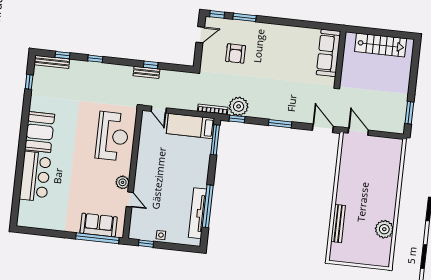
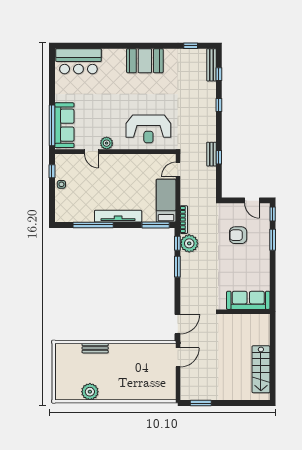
sofa: (329, 53) -> (248, 300), moved
wall: (340, 57) -> (245, 312), moved
window: (280, 124) -> (177, 267), moved
bar counter: (35, 176) -> (78, 61), moved
door: (130, 199) -> (91, 152), hinge flipped
tv unit: (198, 213) -> (118, 216), moved
bench: (338, 224) -> (95, 348), width x0.73
sofa: (99, 225) -> (64, 125), width x1.36

